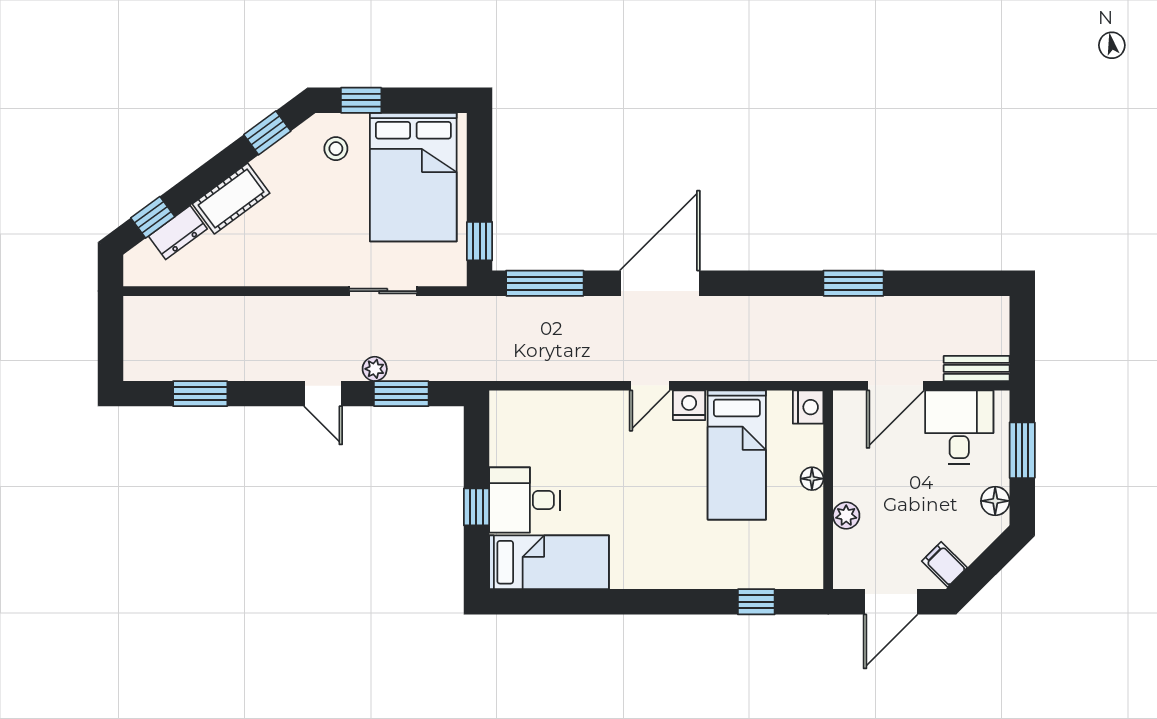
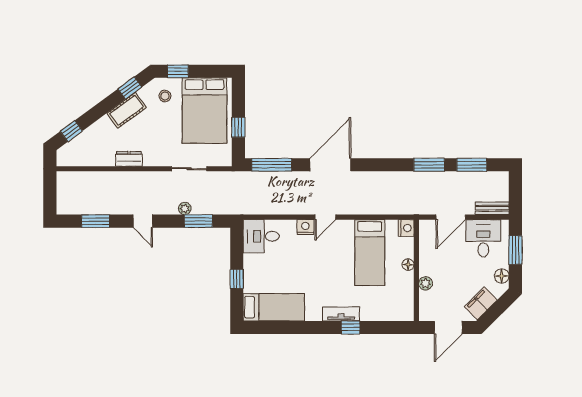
cot: (231, 199) -> (127, 110), moved
dresser: (178, 233) -> (129, 159), moved, turned -144
window: (480, 241) -> (238, 127), moved
window: (937, 283) -> (472, 165), added
door: (323, 394) -> (143, 221), moved
nightstand: (689, 405) -> (305, 227), moved
desk: (524, 500) -> (261, 236), moved
filing cabinet: (944, 564) -> (481, 303), width x2.00
tv unit: (681, 575) -> (341, 314), added
window: (756, 602) -> (351, 327), moved

